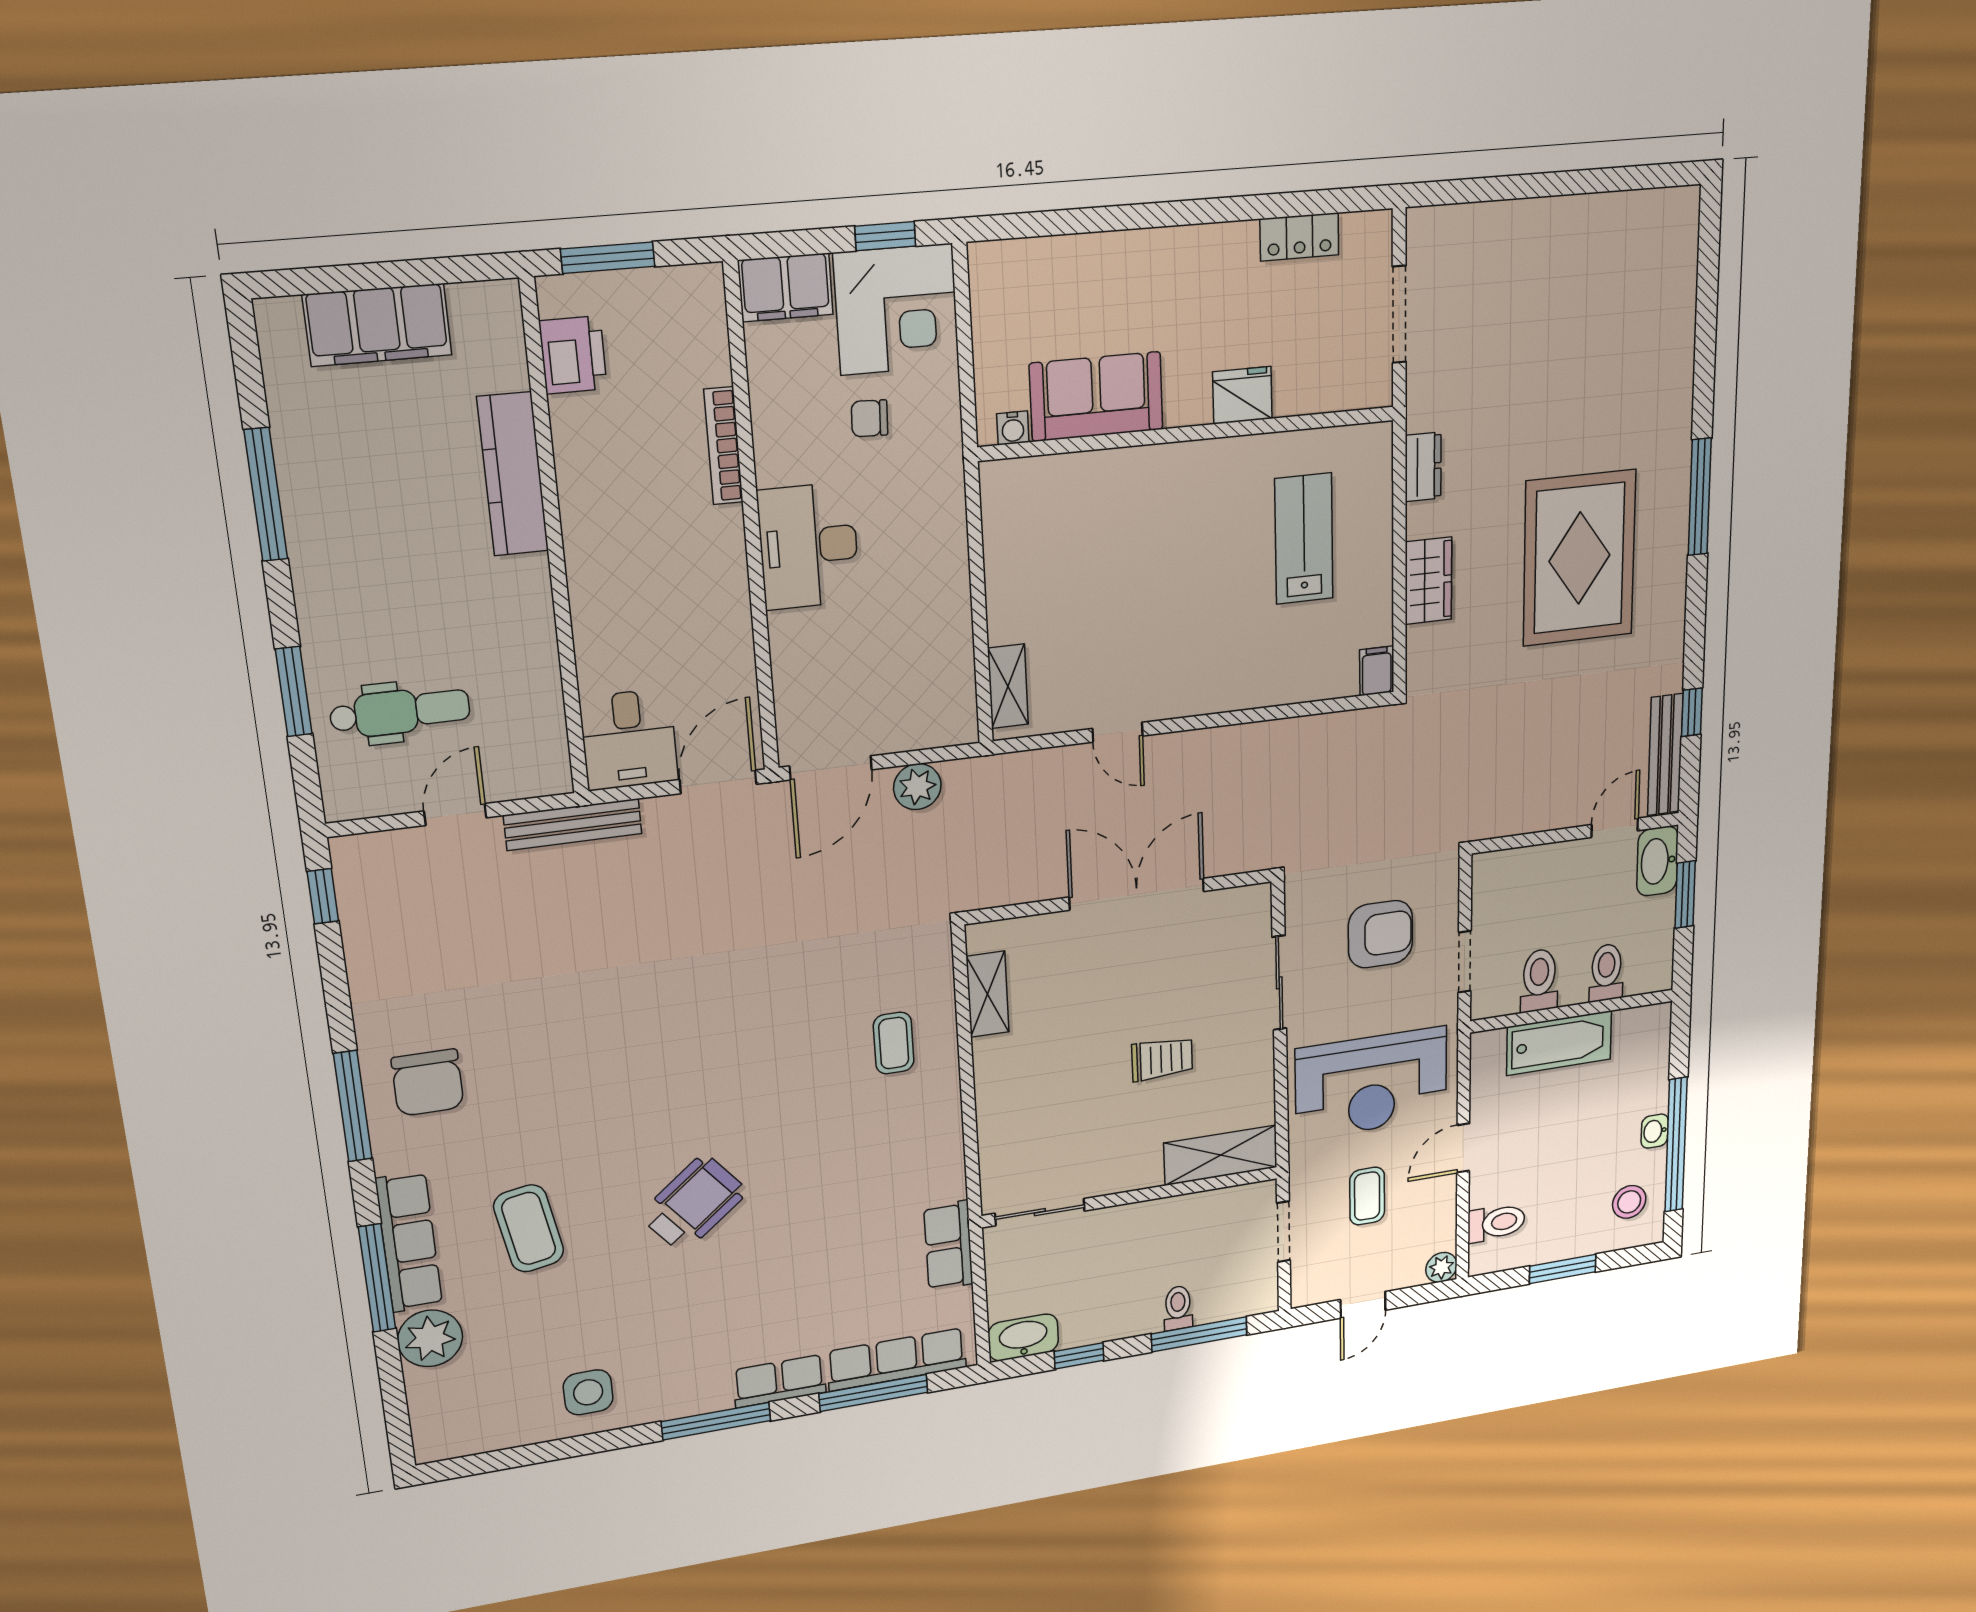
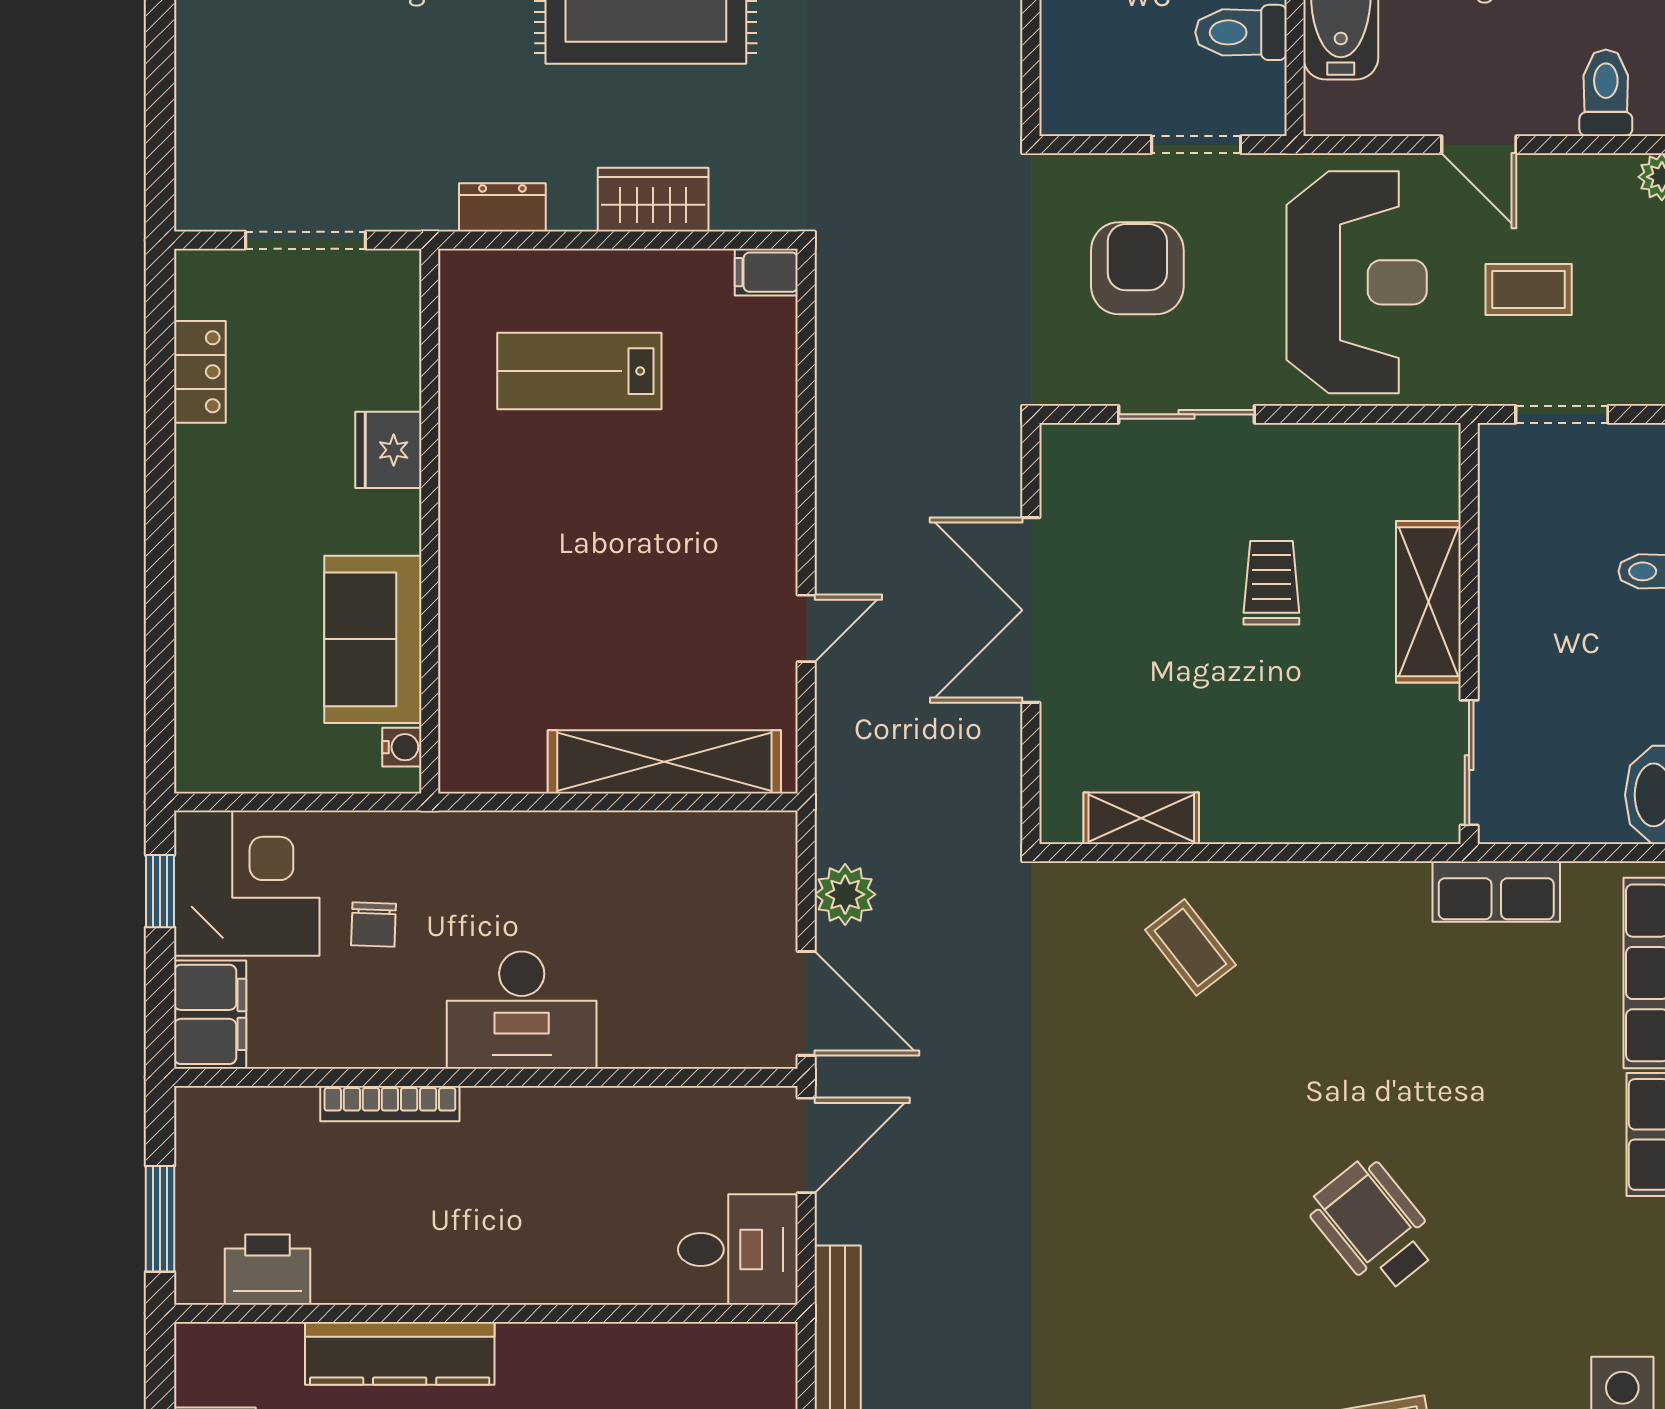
shelving: (1008, 686) -> (664, 762), width x2.20, depth x1.33
door: (718, 782) -> (806, 1145), swing flipped
coffee table: (894, 1043) -> (1190, 947), turned 52
shelving: (1221, 1155) -> (1428, 602), moved

